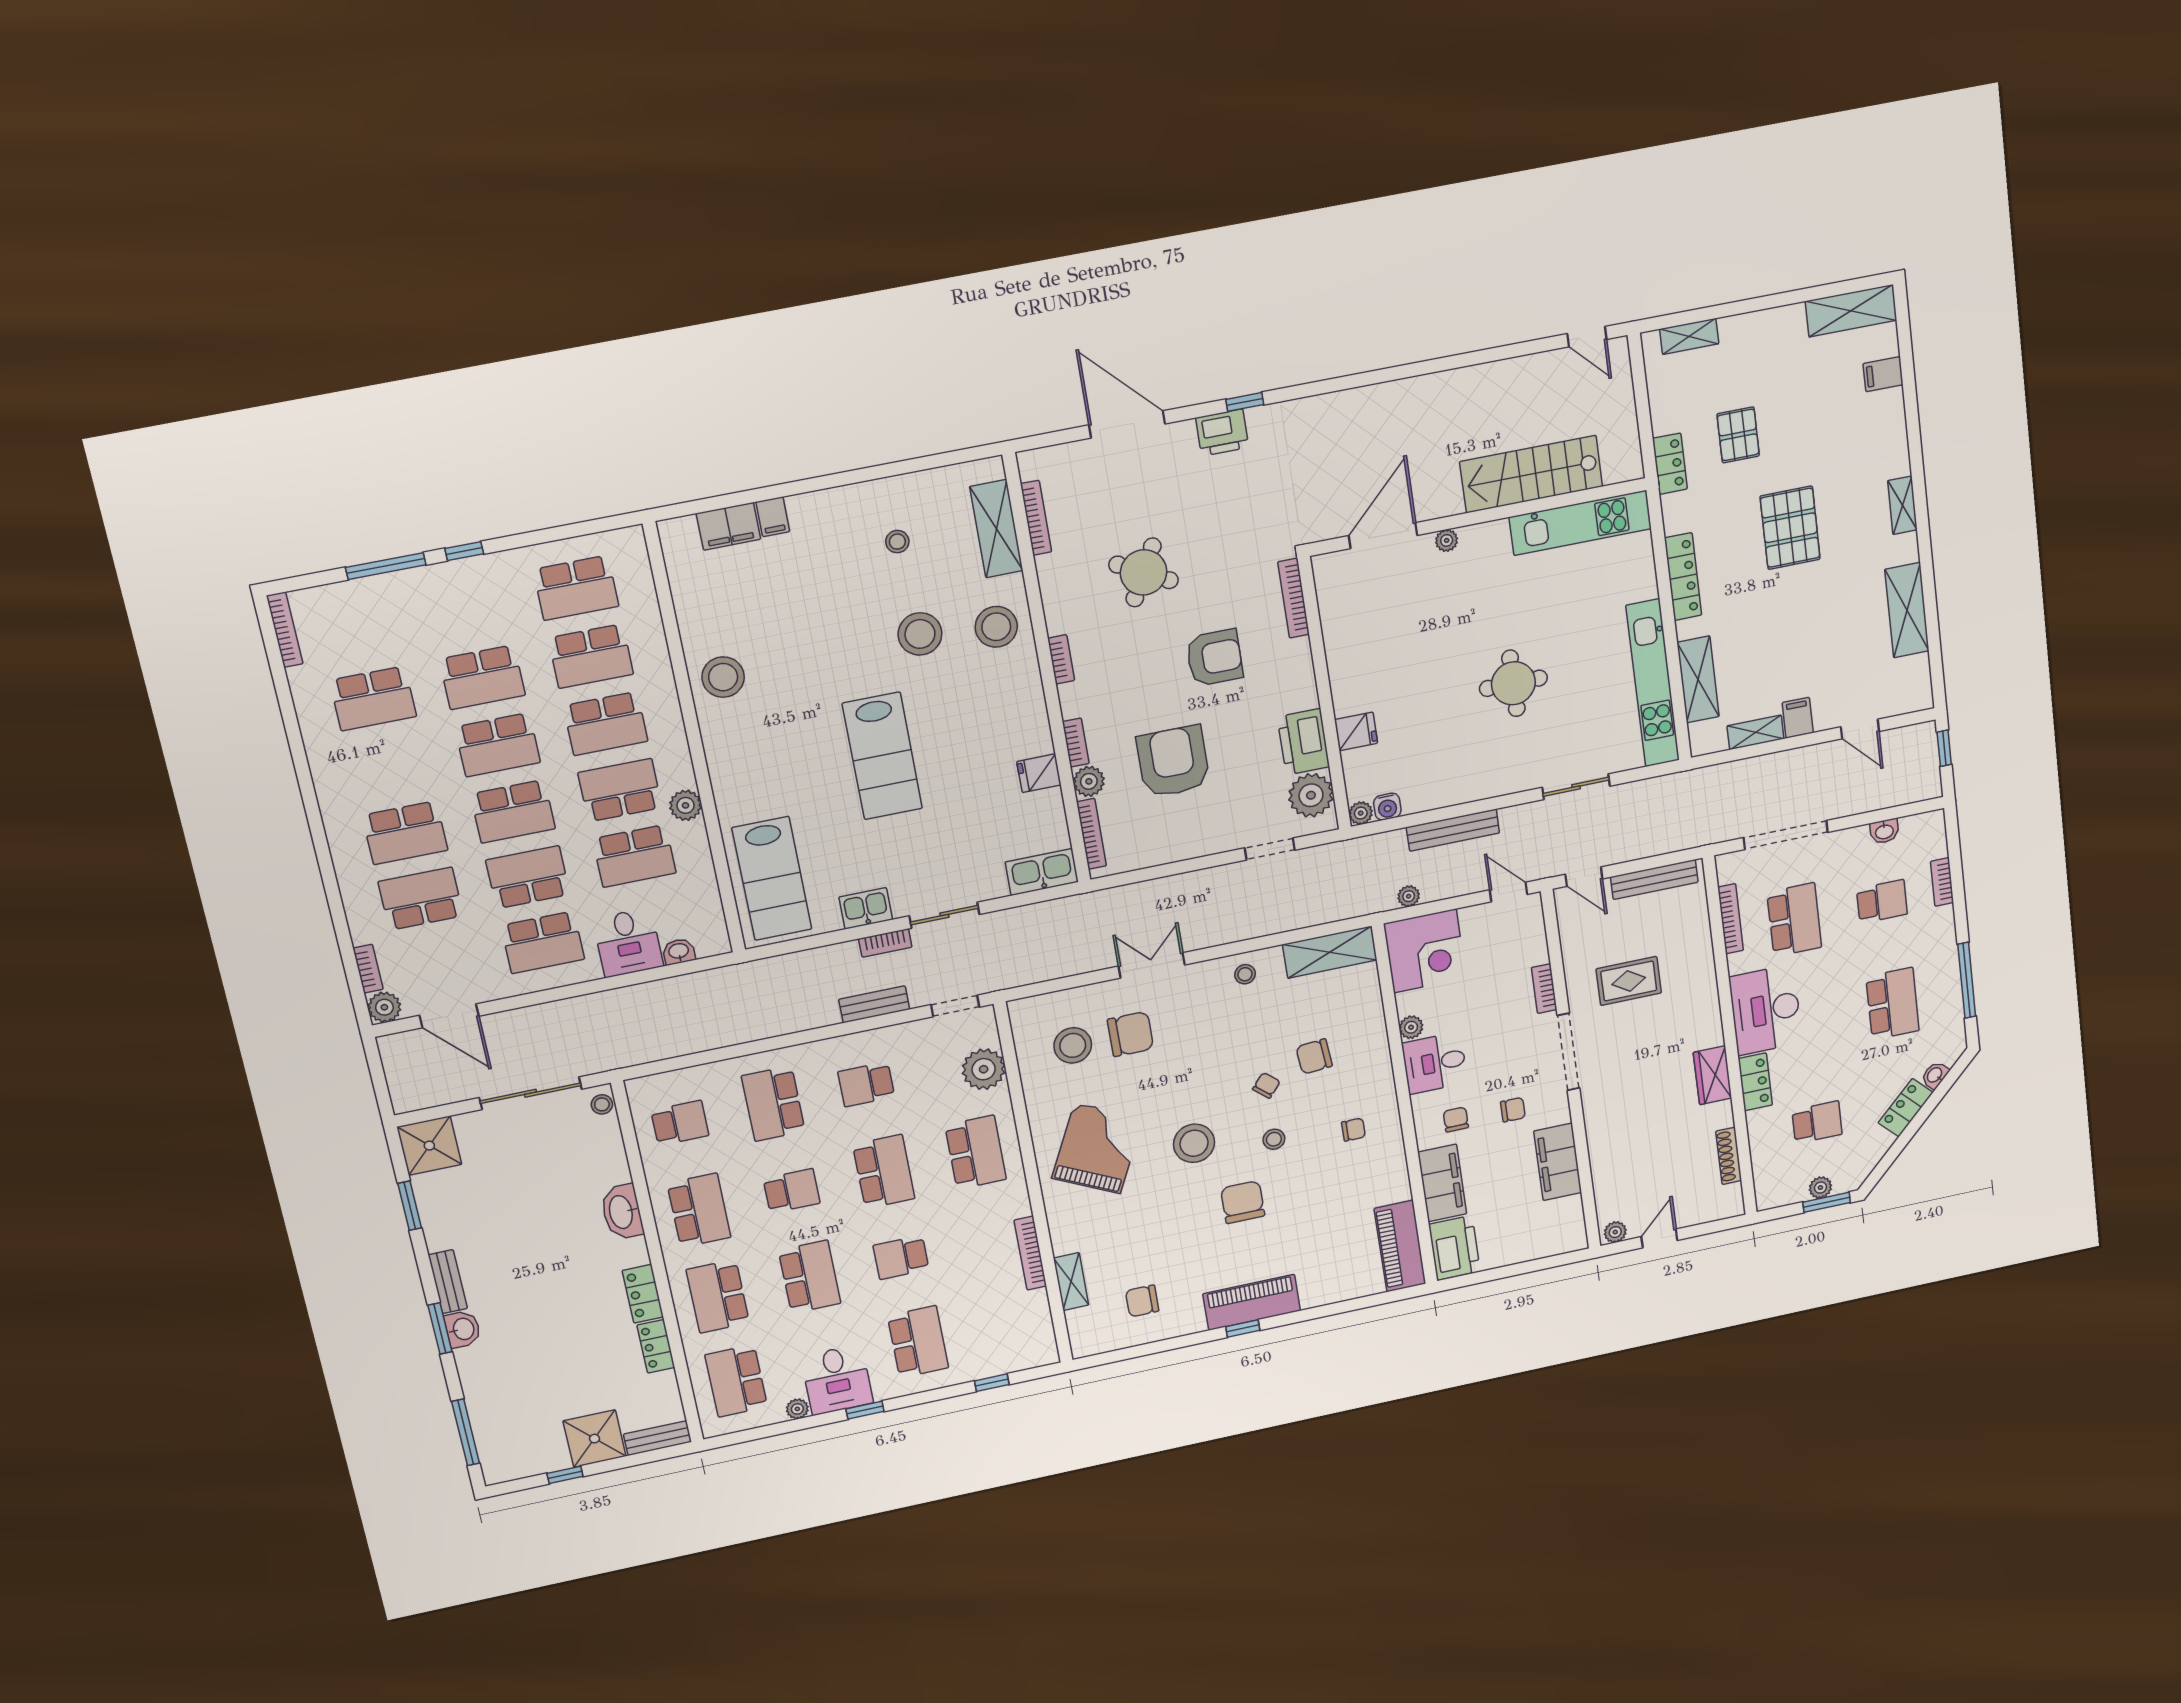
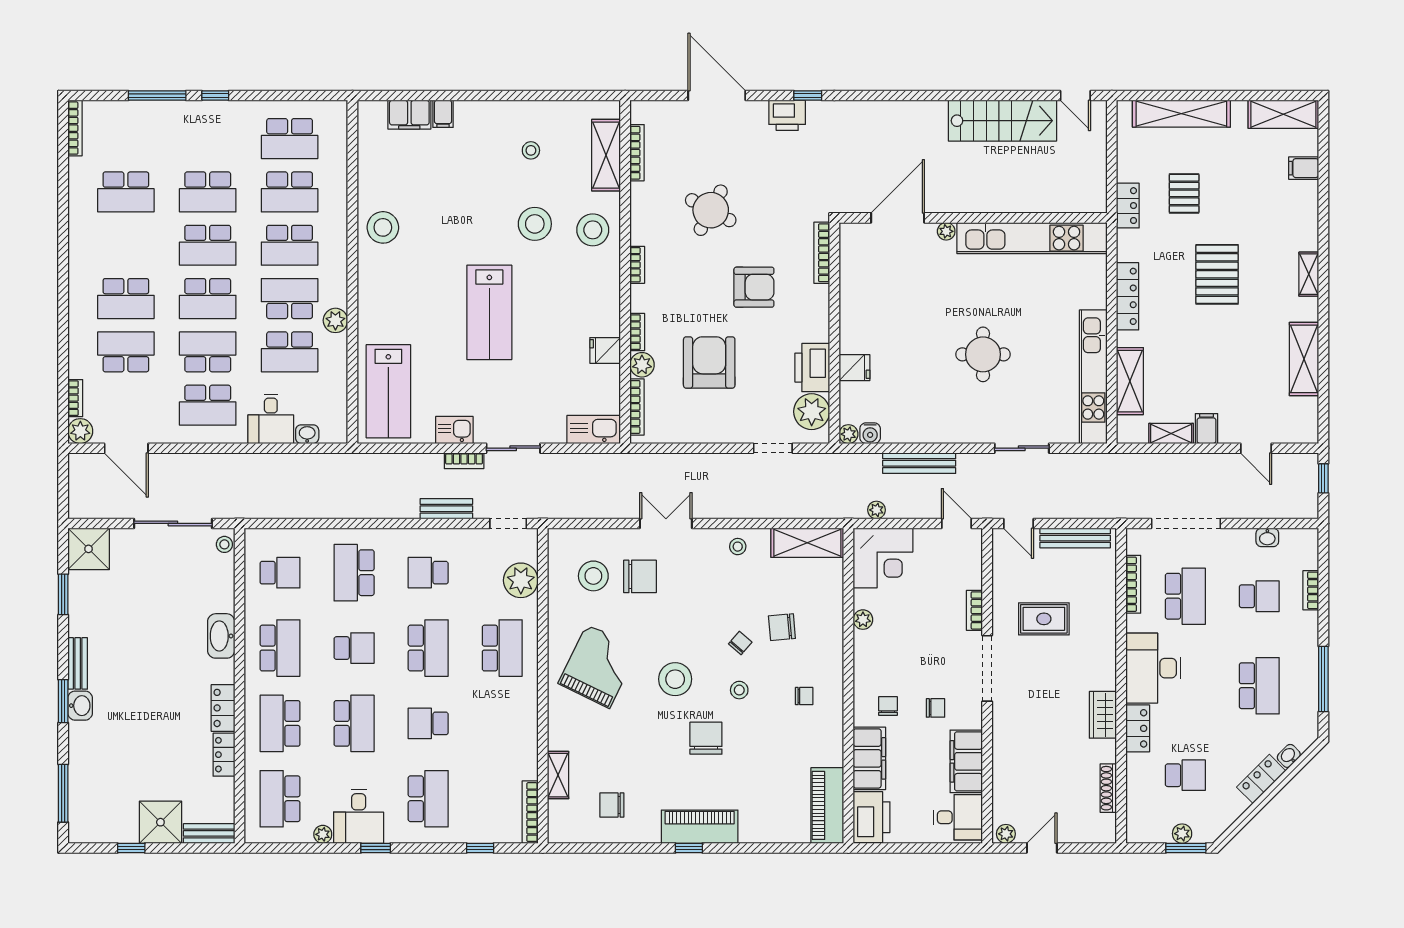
shelving: (1689, 336) -> (1181, 114), width x2.20, depth x1.33
stairs: (1531, 474) -> (1002, 121), moved, turned 180
kitchen unit: (1580, 523) -> (1032, 238), width x1.36
desk: (1435, 1063) -> (958, 817), moved, turned 180
bookcase: (1030, 1253) -> (530, 812), moved

